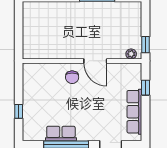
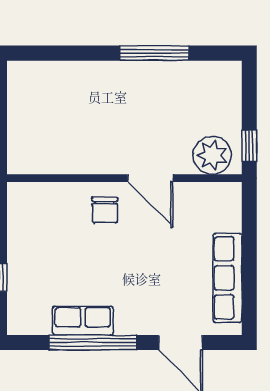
plant: (131, 54) -> (212, 155), width x1.88, depth x1.88
window: (146, 88) -> (249, 231), removed

